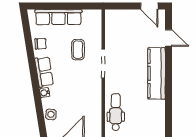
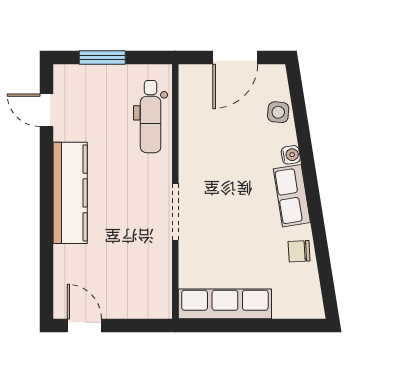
row of seats: (58, 17) -> (225, 304), moved
door: (169, 38) -> (47, 110), moved
coffee table: (78, 50) -> (225, 240), removed

